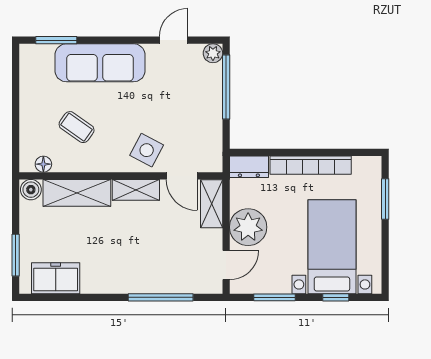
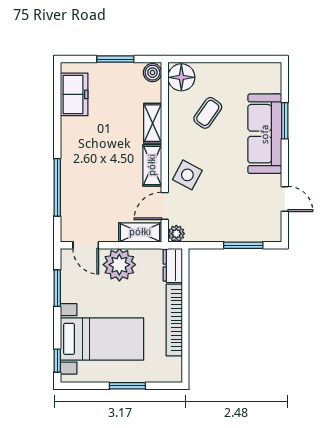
window: (56, 40) -> (285, 121), moved
plant: (213, 53) -> (176, 234), moved
window: (226, 87) -> (243, 245), width x0.69
floor lamp: (43, 164) -> (181, 77), width x1.89, depth x1.89
shelving: (77, 193) -> (153, 123), width x0.67, depth x0.75
window: (385, 199) -> (127, 386), moved
window: (16, 255) -> (115, 59), moved
window: (336, 297) -> (57, 361), moved

